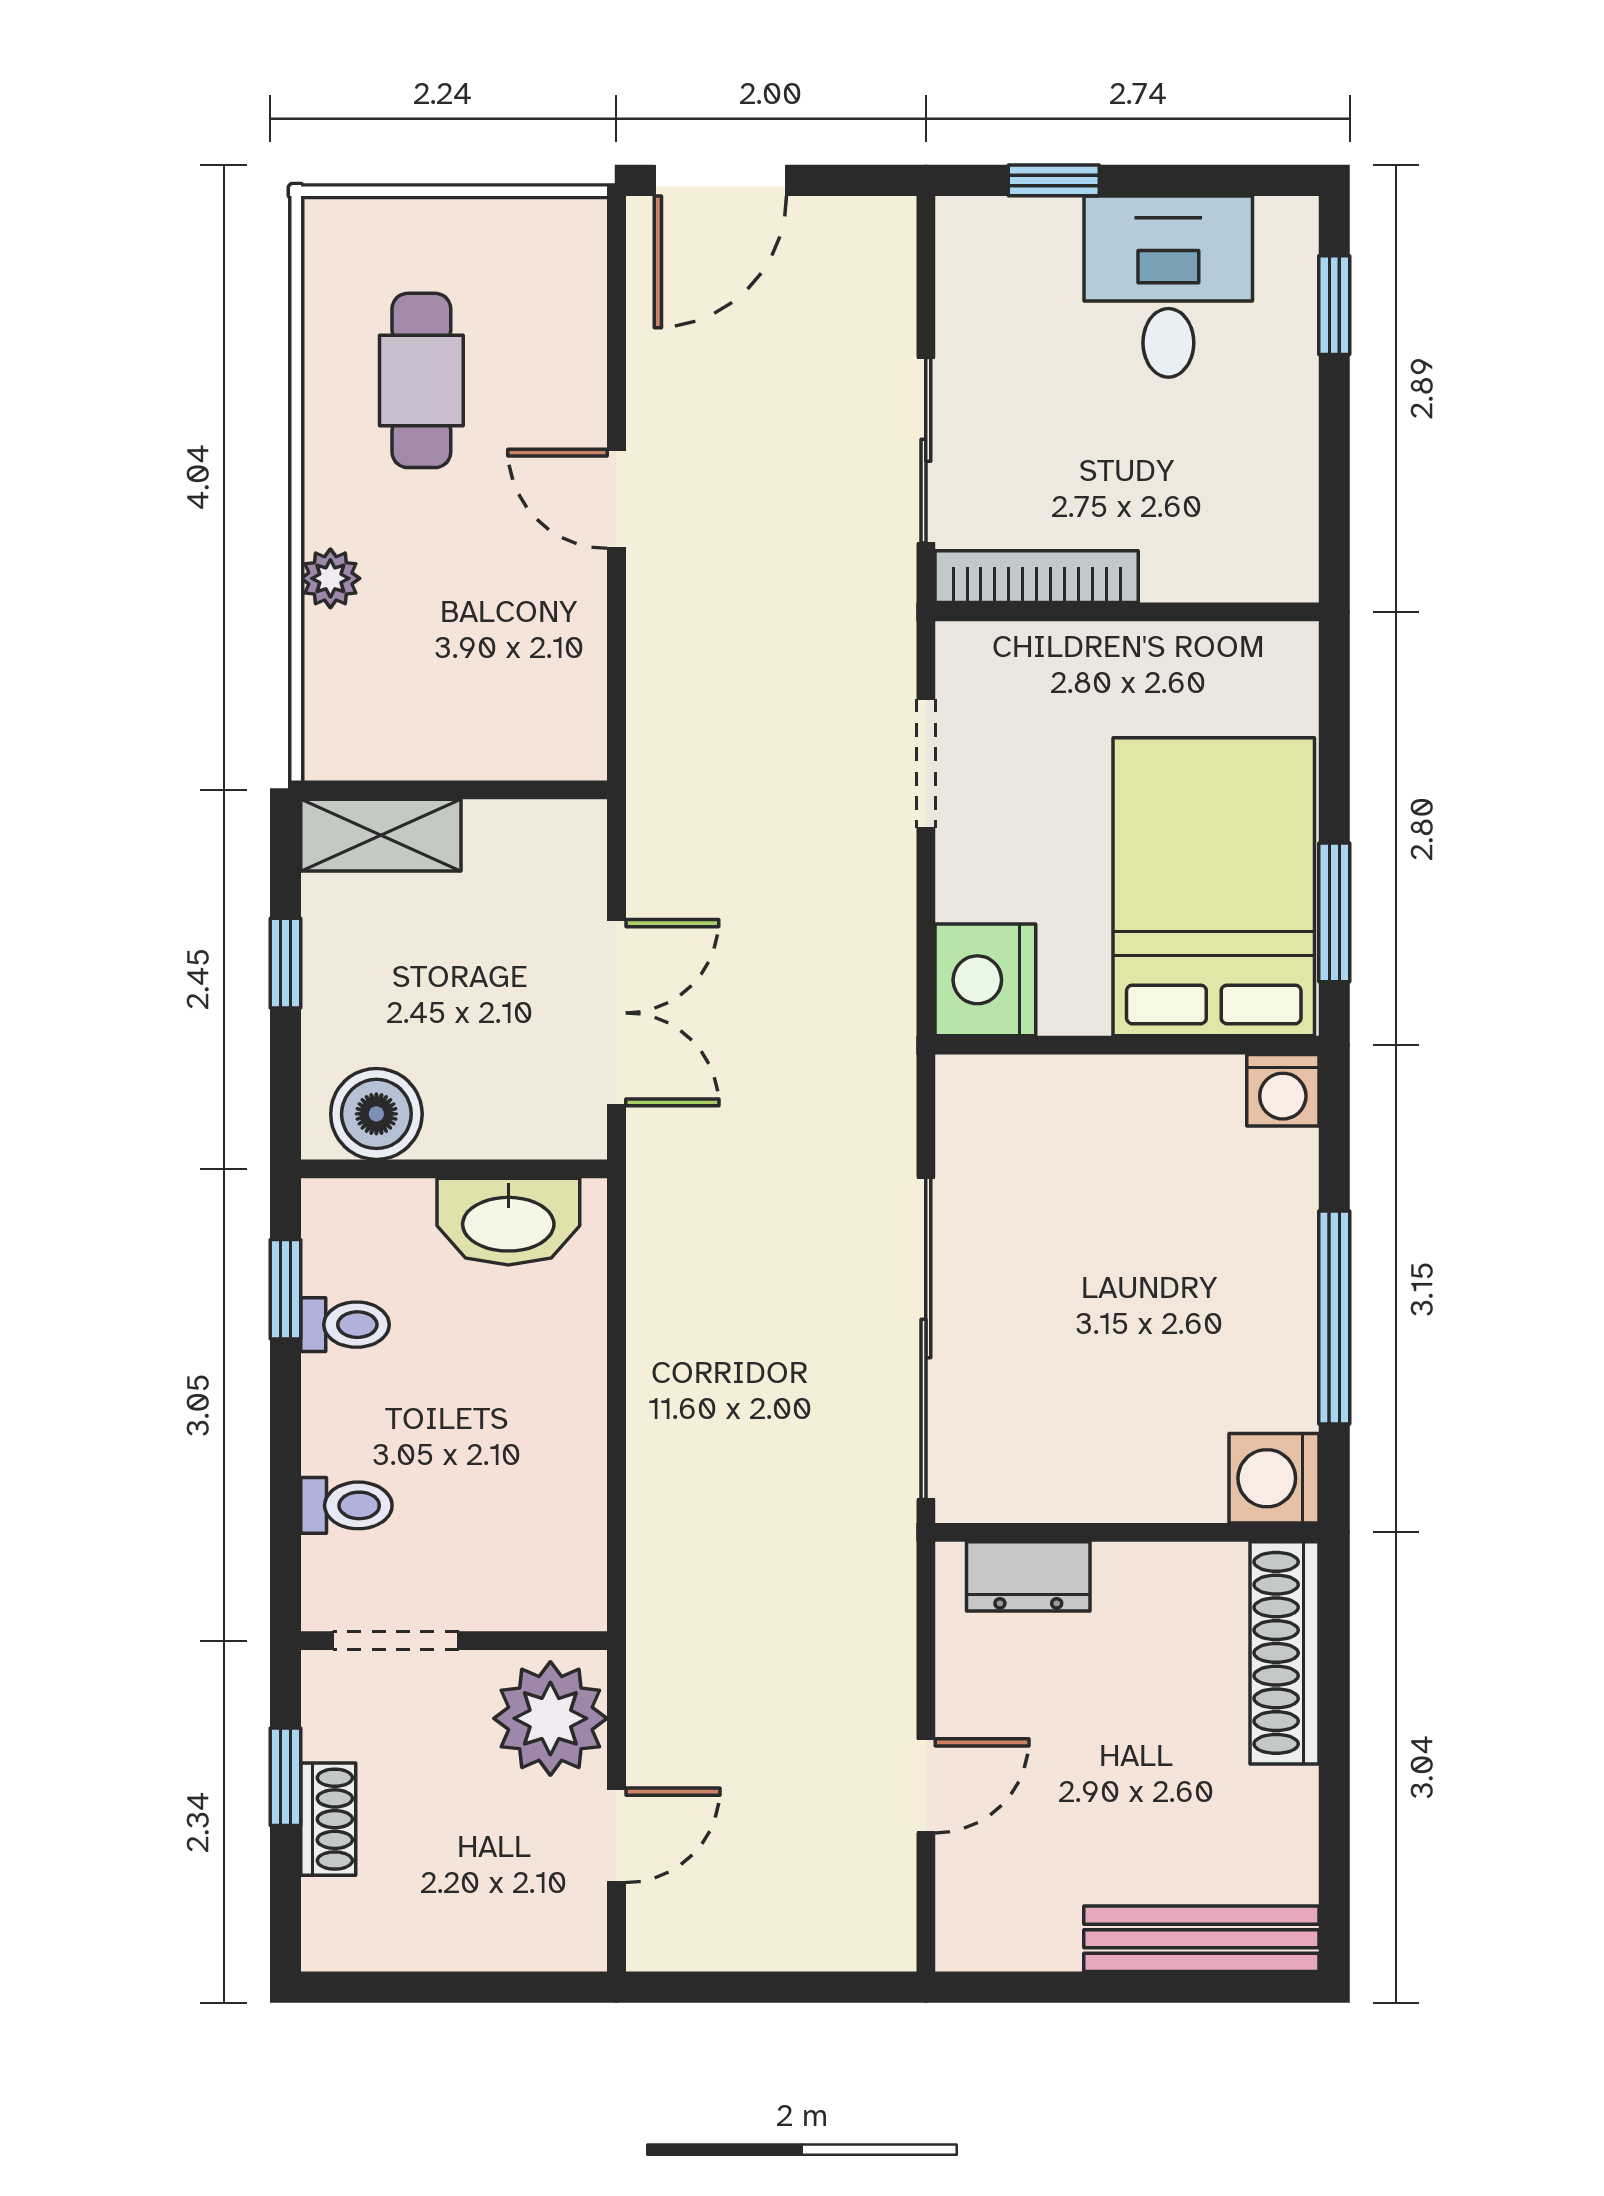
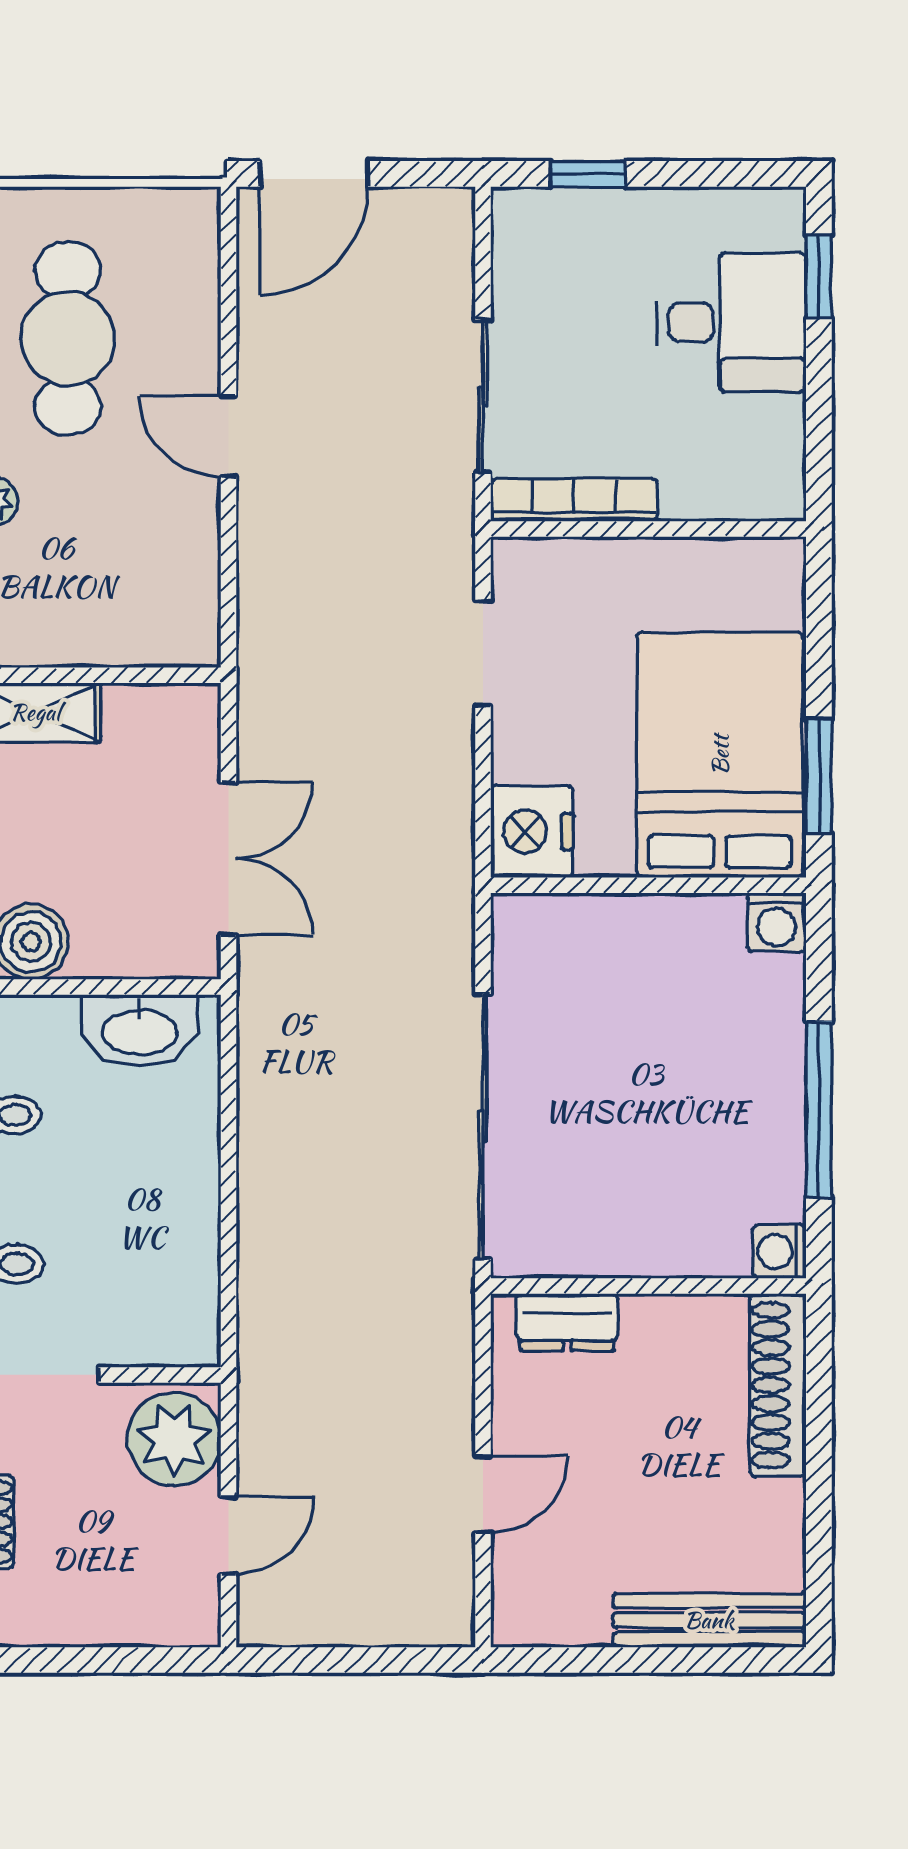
desk: (1168, 287) -> (731, 322), moved, turned 90
cafe table: (421, 380) -> (68, 338), width x1.37, depth x1.35
washing machine: (1274, 1478) -> (779, 1252), width x0.73, depth x0.73

